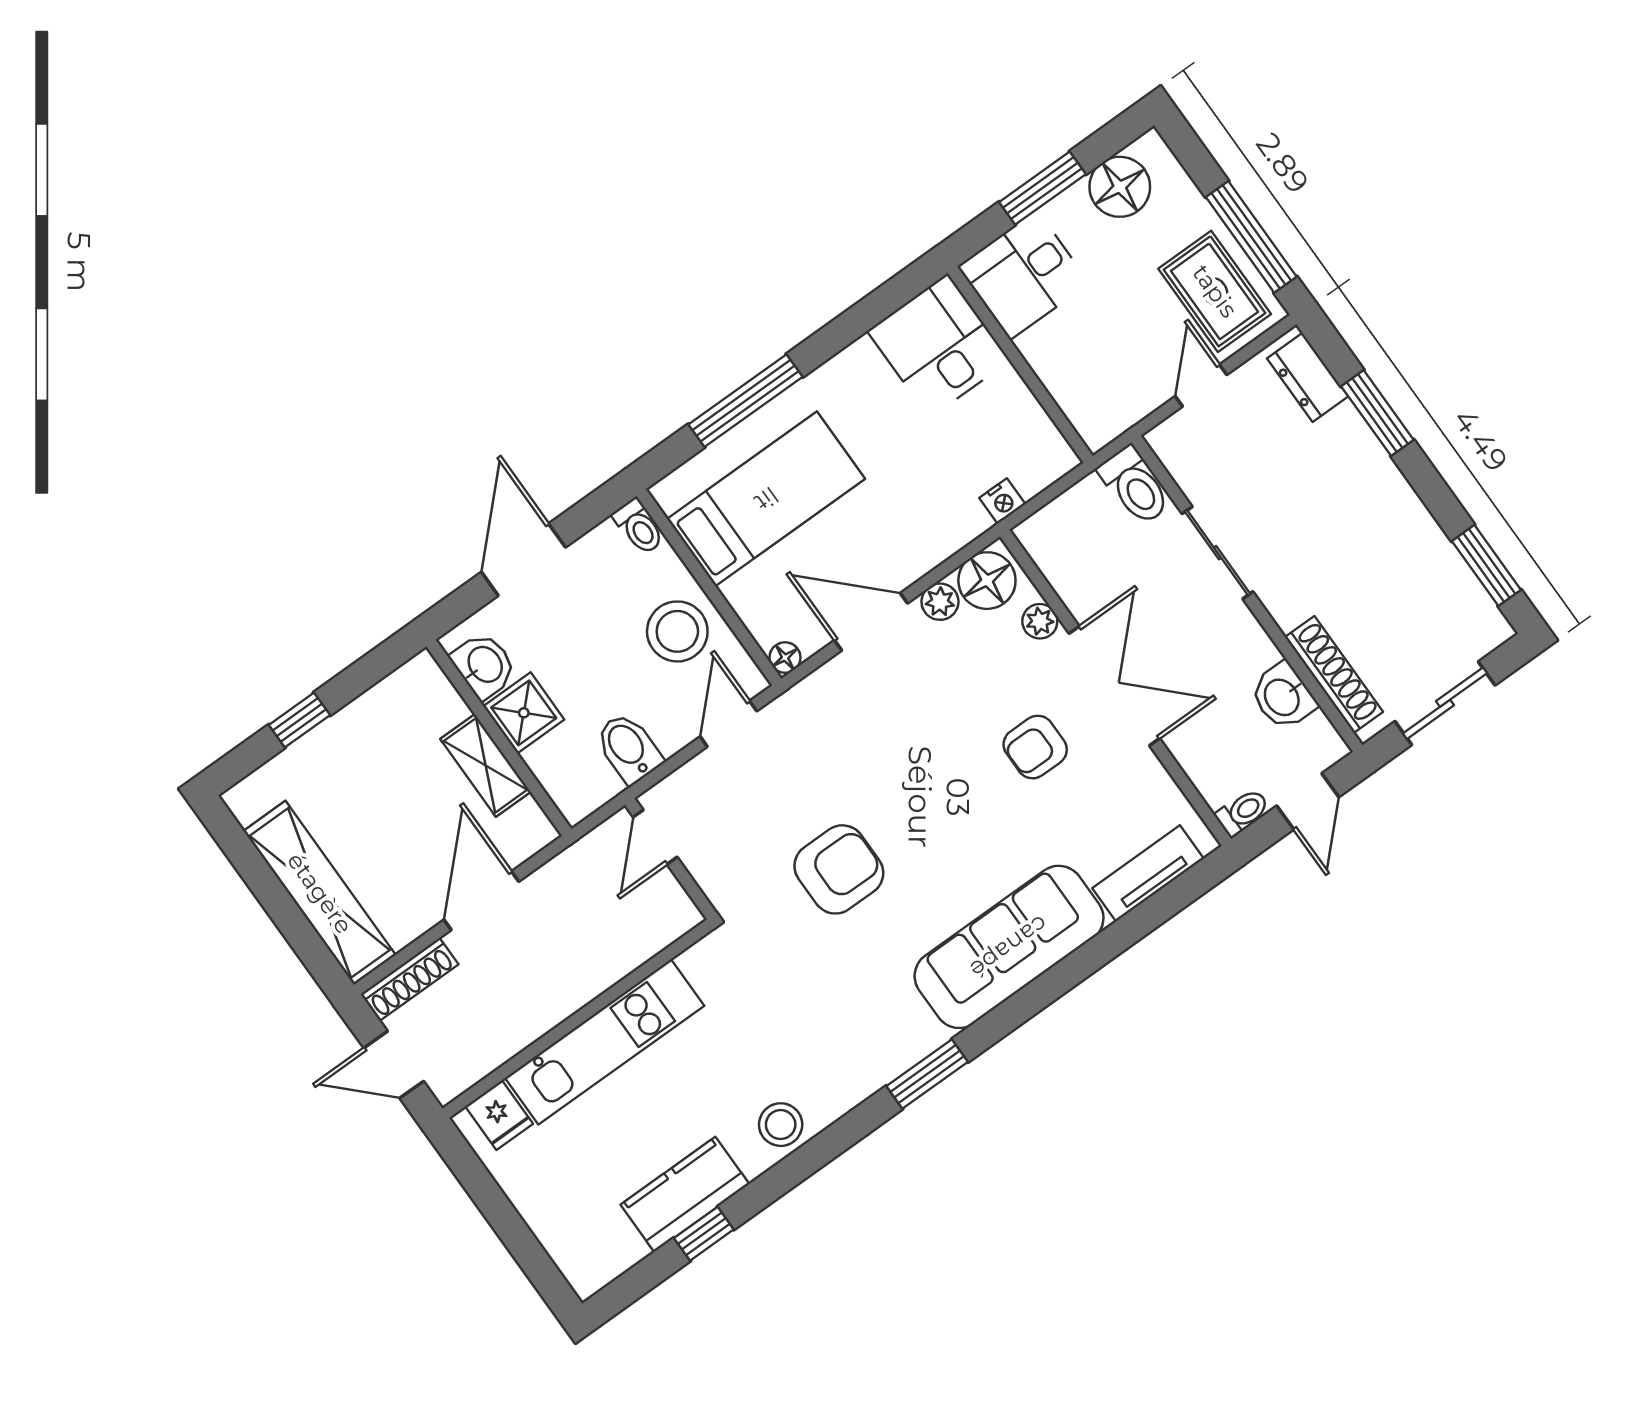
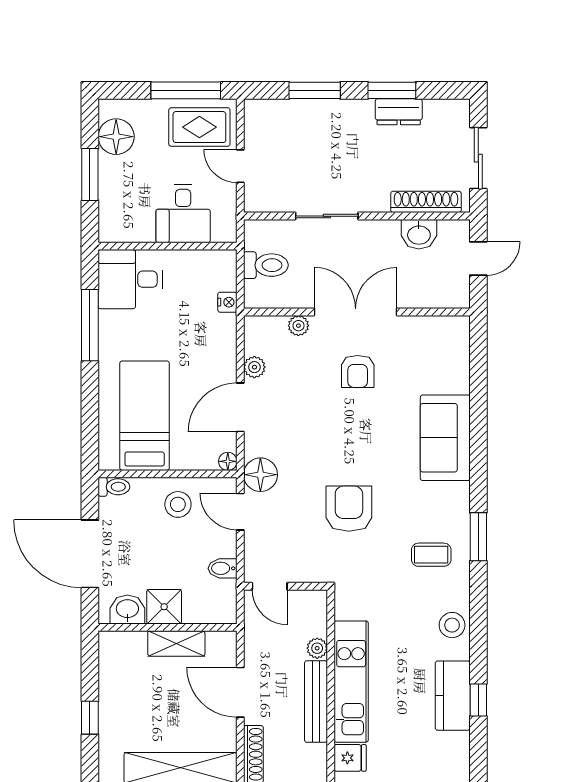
desk: (1023, 275) -> (183, 214), moved
dresser: (1308, 377) -> (399, 112), moved
window: (746, 401) -> (90, 325), moved
toilet: (1135, 486) -> (266, 265), moved
door: (523, 560) -> (90, 554), width x1.36
window: (1486, 565) -> (392, 90), moved
floor lamp: (987, 581) -> (260, 475), moved
stool: (677, 631) -> (178, 504), width x0.73, depth x0.73
bidet: (629, 748) -> (223, 568), width x0.72, depth x0.74
door: (1308, 801) -> (478, 258), hinge flipped
toilet: (1242, 812) -> (461, 294), removed
tv unit: (1148, 873) -> (458, 361), removed
sofa: (1009, 947) -> (445, 438), width x0.73
plant: (617, 963) -> (317, 648), added
bench: (543, 1013) -> (316, 702), added
coffee table: (857, 1027) -> (431, 555), added

